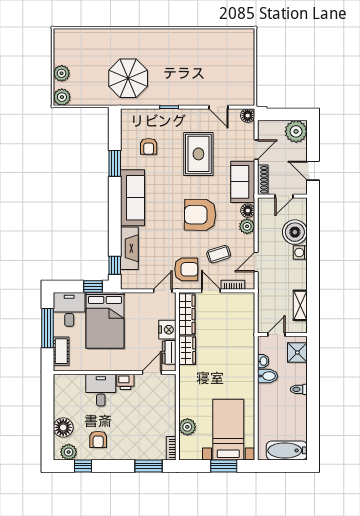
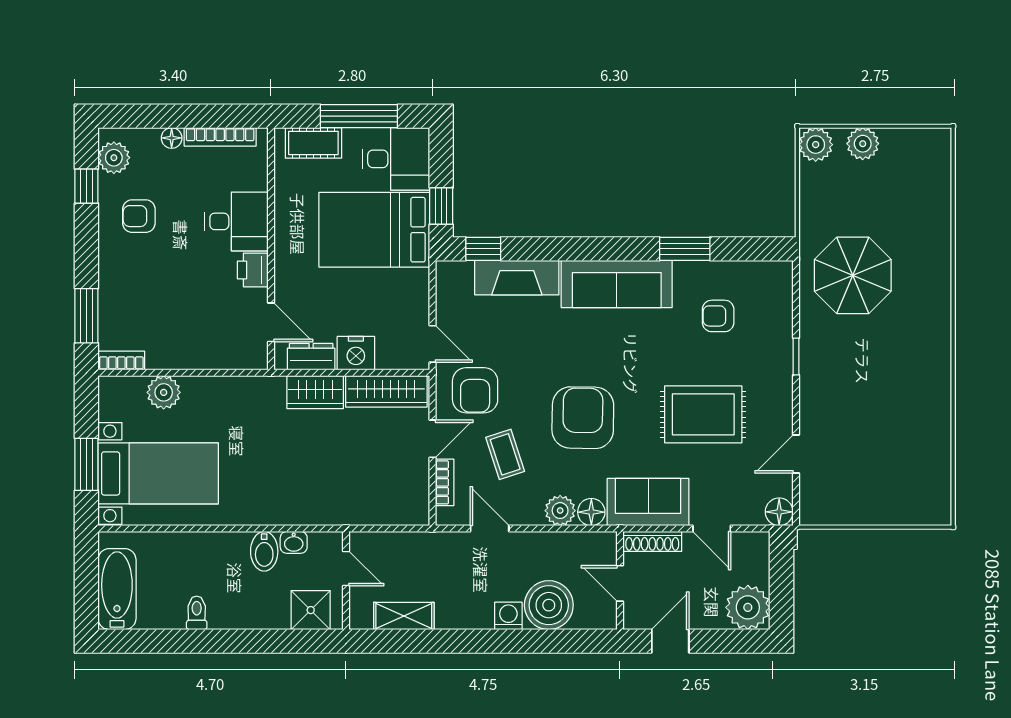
toilet: (299, 389) -> (197, 613), moved
bookcase: (58, 398) -> (220, 137), added
floor lamp: (63, 427) -> (172, 138), width x0.53, depth x0.53

